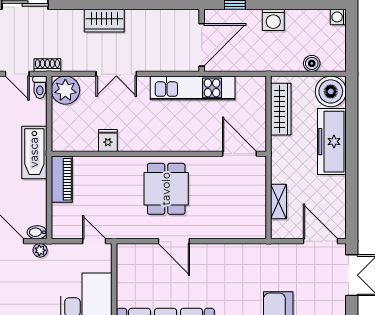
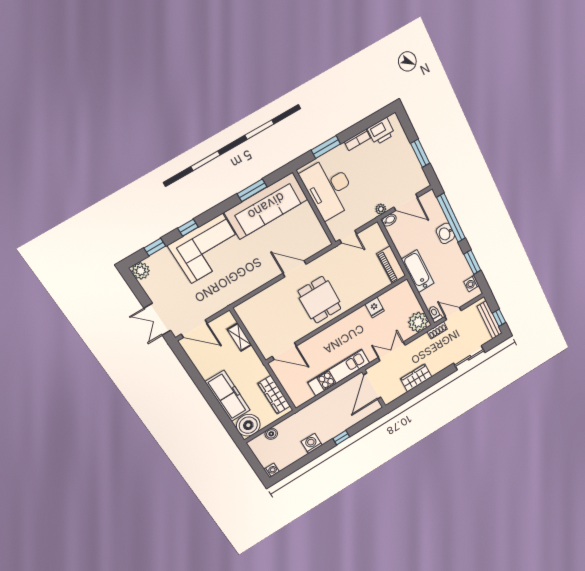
wall: (202, 40) -> (374, 389), moved
door: (202, 45) -> (372, 386), moved

